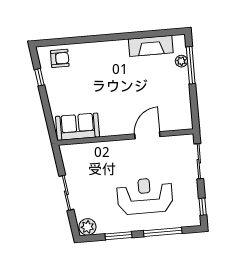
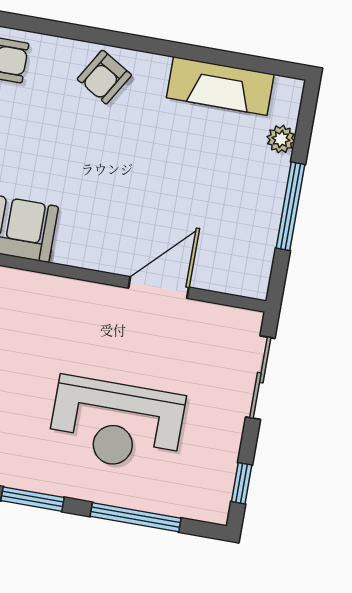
armchair: (102, 55) -> (104, 77), added
window: (191, 65) -> (290, 206), moved
reception desk: (145, 196) -> (116, 424), turned 180

